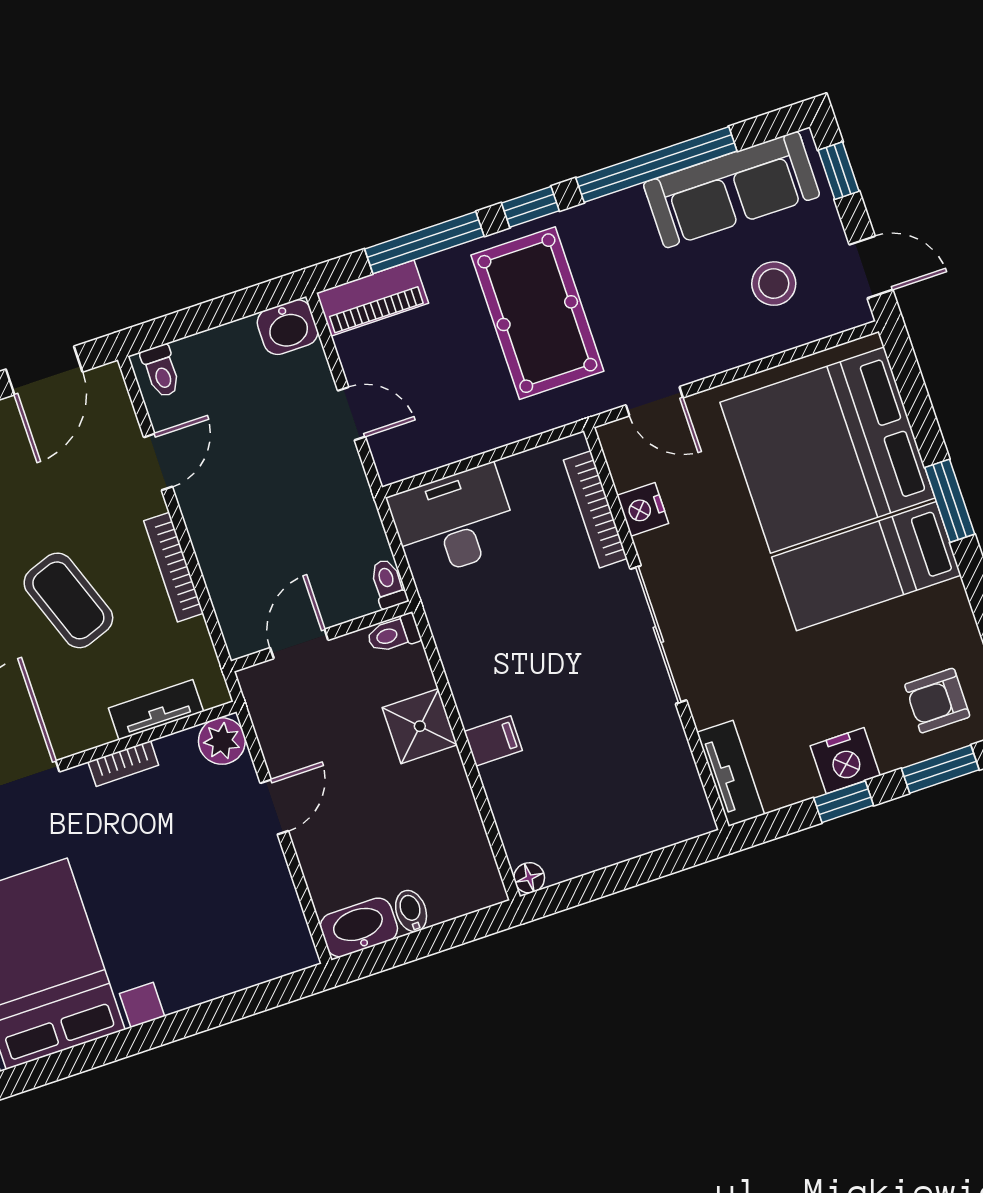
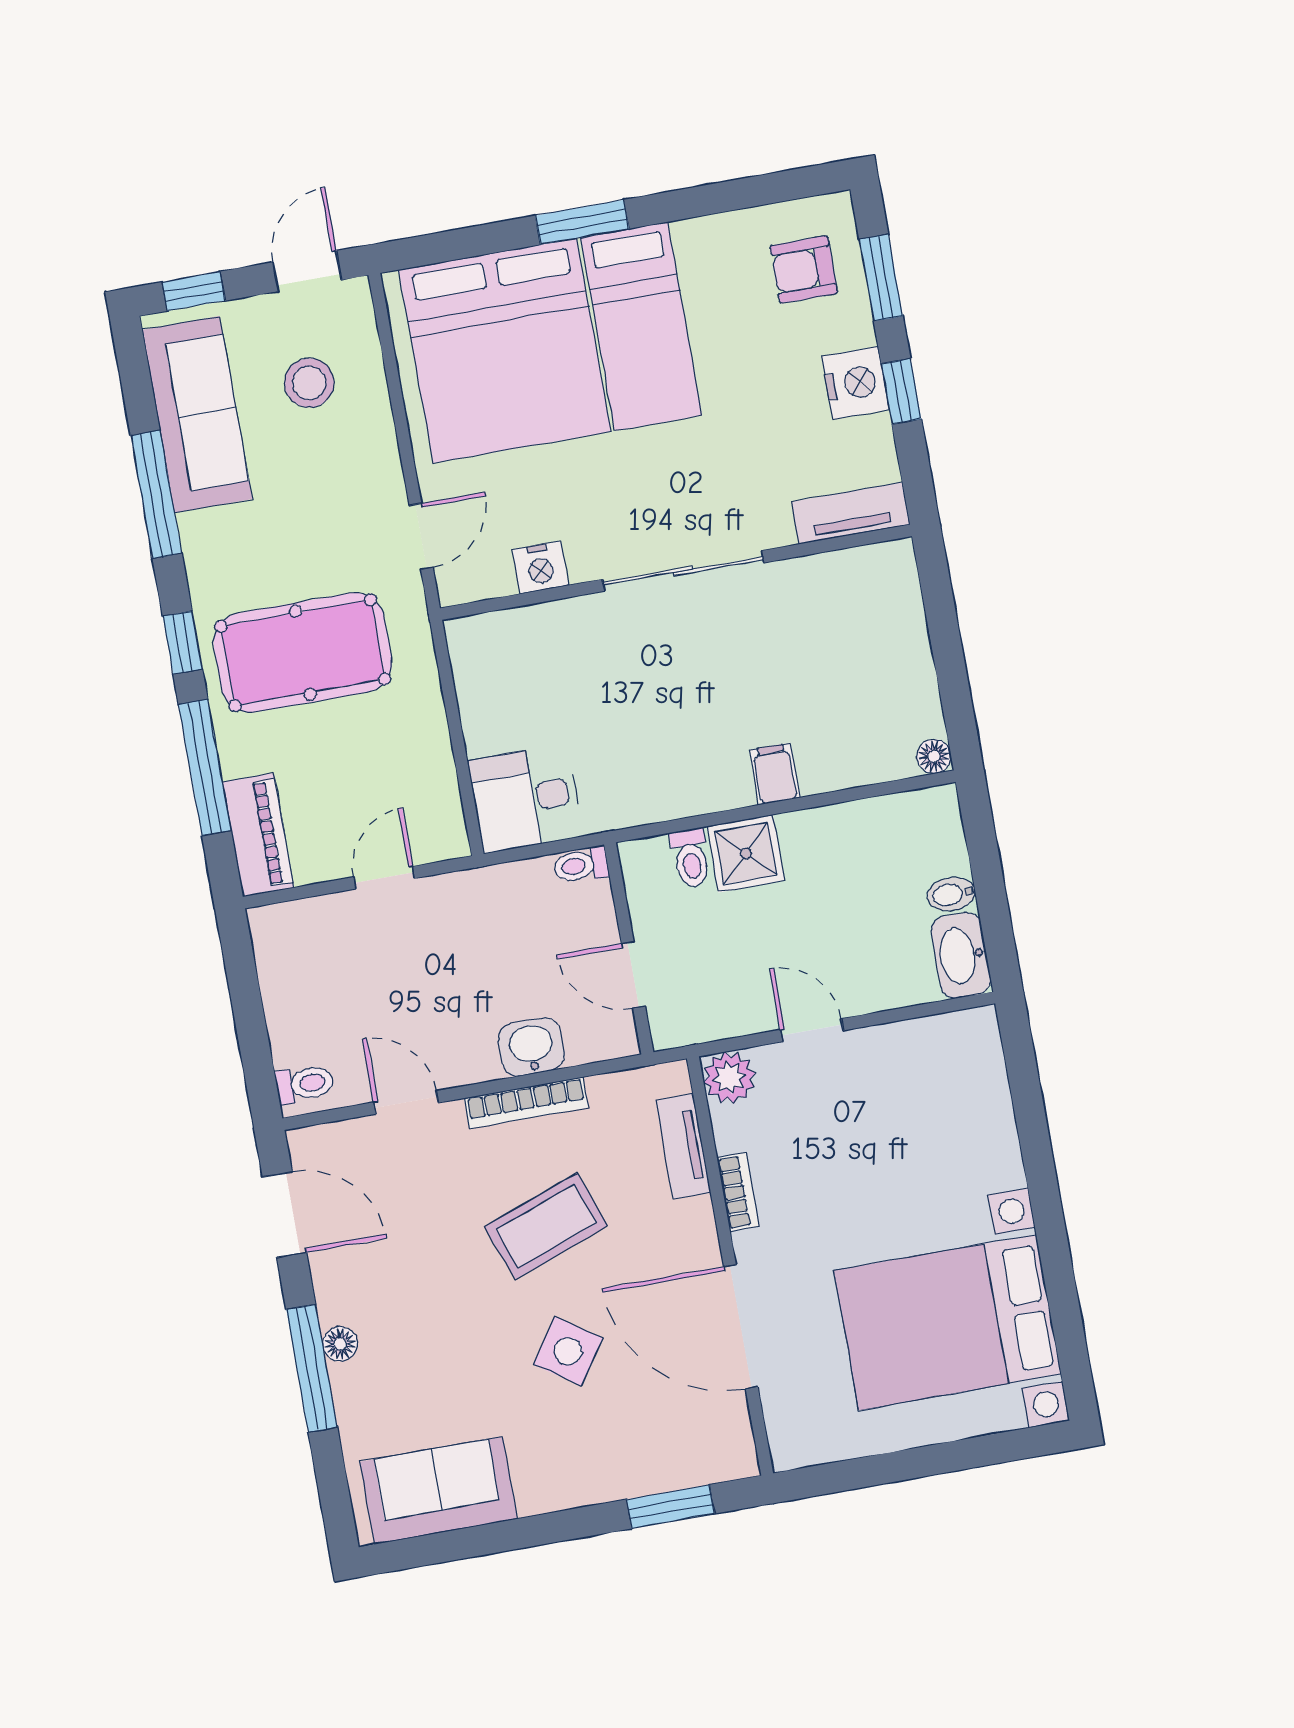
window: (656, 164) -> (156, 494), width x0.68
washbasin: (288, 327) -> (531, 1047), moved, turned -90
bookcase: (595, 509) -> (532, 621), removed
desk: (454, 522) -> (526, 799), width x0.73
toilet: (394, 634) -> (691, 858), moved
armchair: (937, 701) -> (804, 270), turned 90

